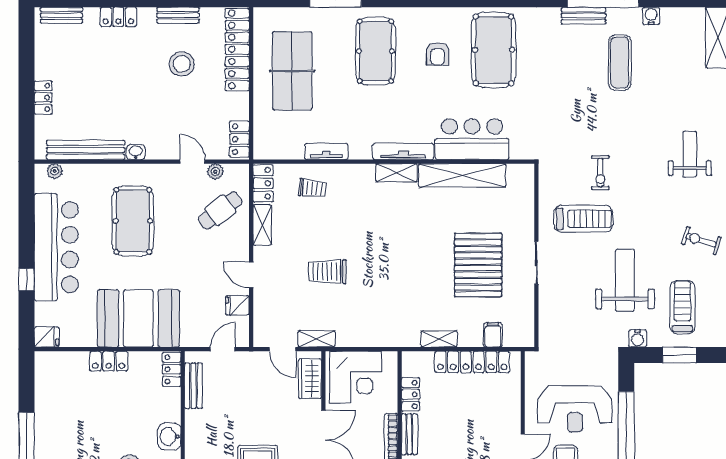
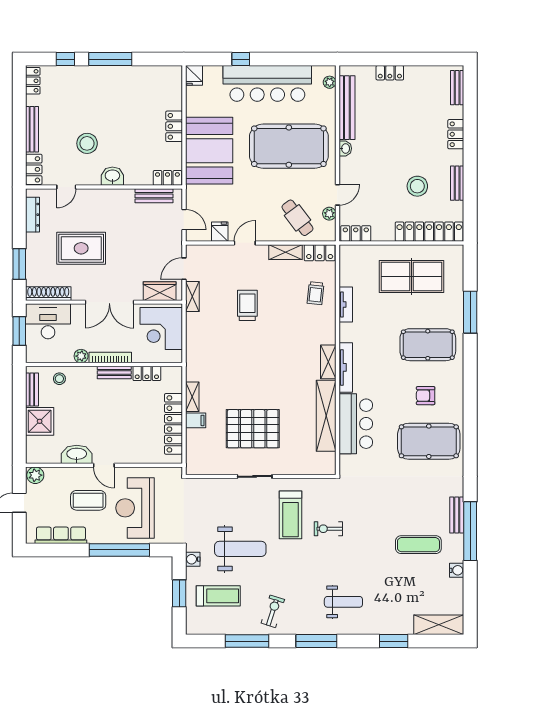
pool table: (133, 221) -> (289, 146), width x1.36, depth x1.32
filing cabinet: (493, 335) -> (196, 420), moved

